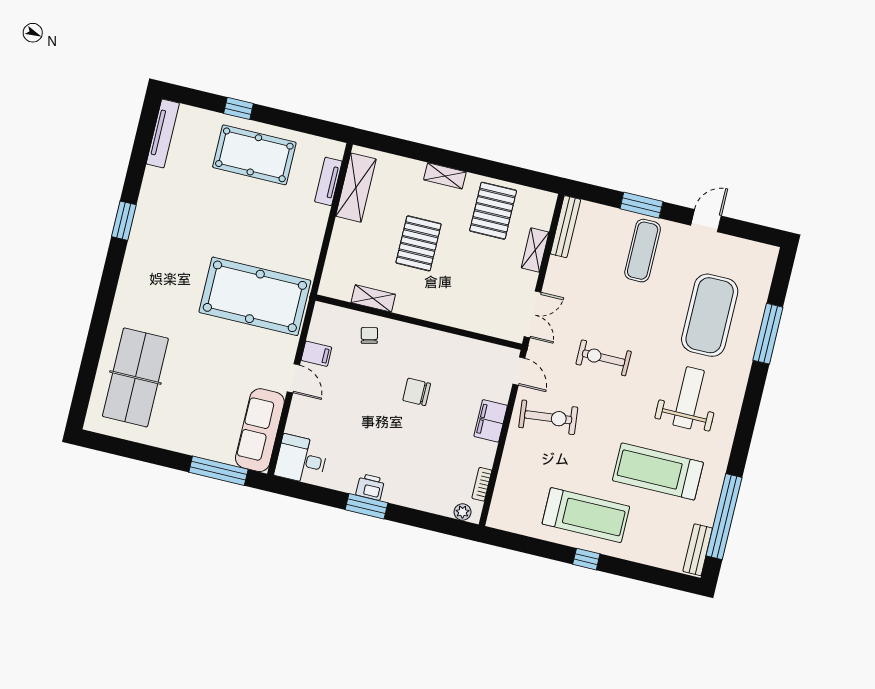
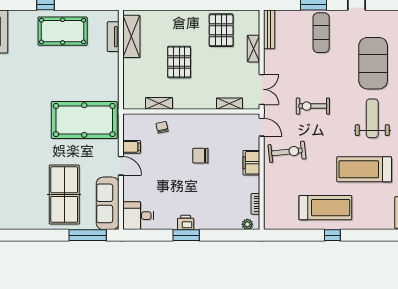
shelving: (445, 176) -> (229, 104), moved
table tennis table: (135, 377) -> (64, 195), moved

